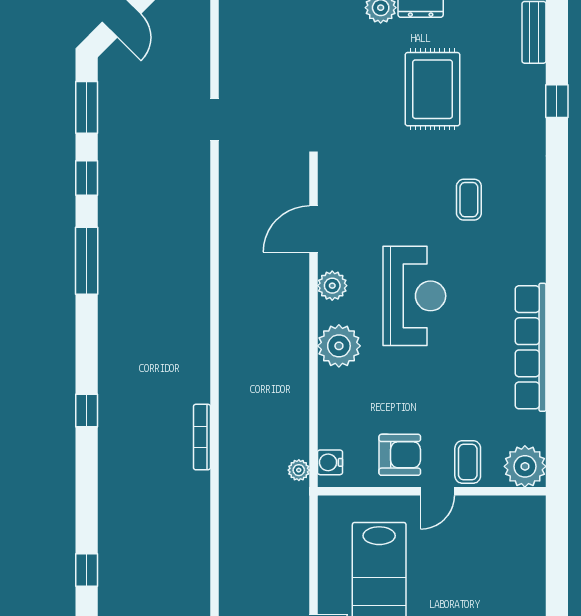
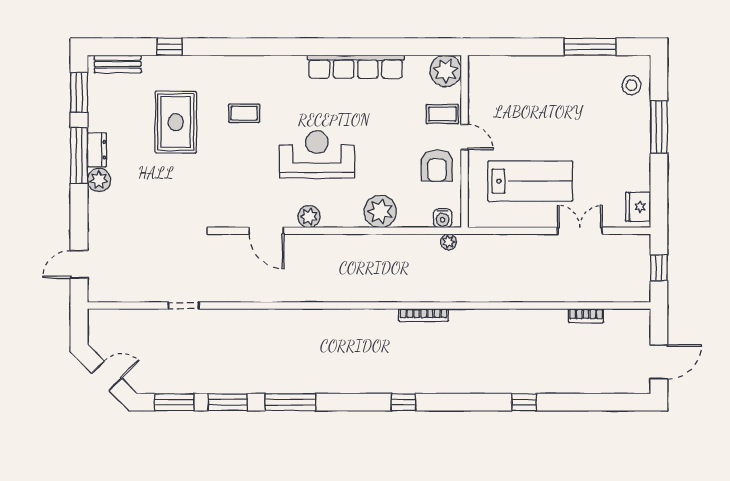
rug: (433, 89) -> (176, 122), moved, turned 90
window: (87, 178) -> (228, 402), width x1.50
plant: (339, 346) -> (380, 211), moved
armchair: (400, 455) -> (437, 166), turned 180

